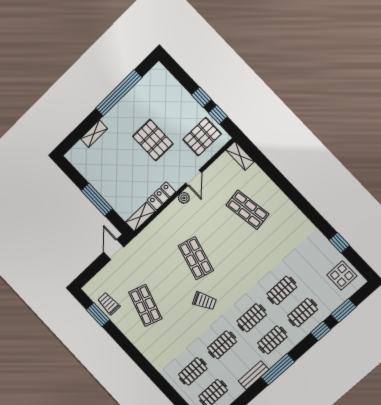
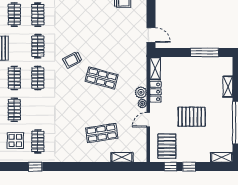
shelving: (164, 75) -> (222, 157), added
shelving: (240, 156) -> (122, 157), moved
door: (194, 178) -> (148, 120), hinge flipped
window: (97, 200) -> (204, 52), moved
plant: (175, 209) -> (141, 92), added
display table: (342, 275) -> (15, 141), moved
clothes rail: (282, 290) -> (38, 141), moved
shop shelf: (145, 305) -> (102, 23), removed

